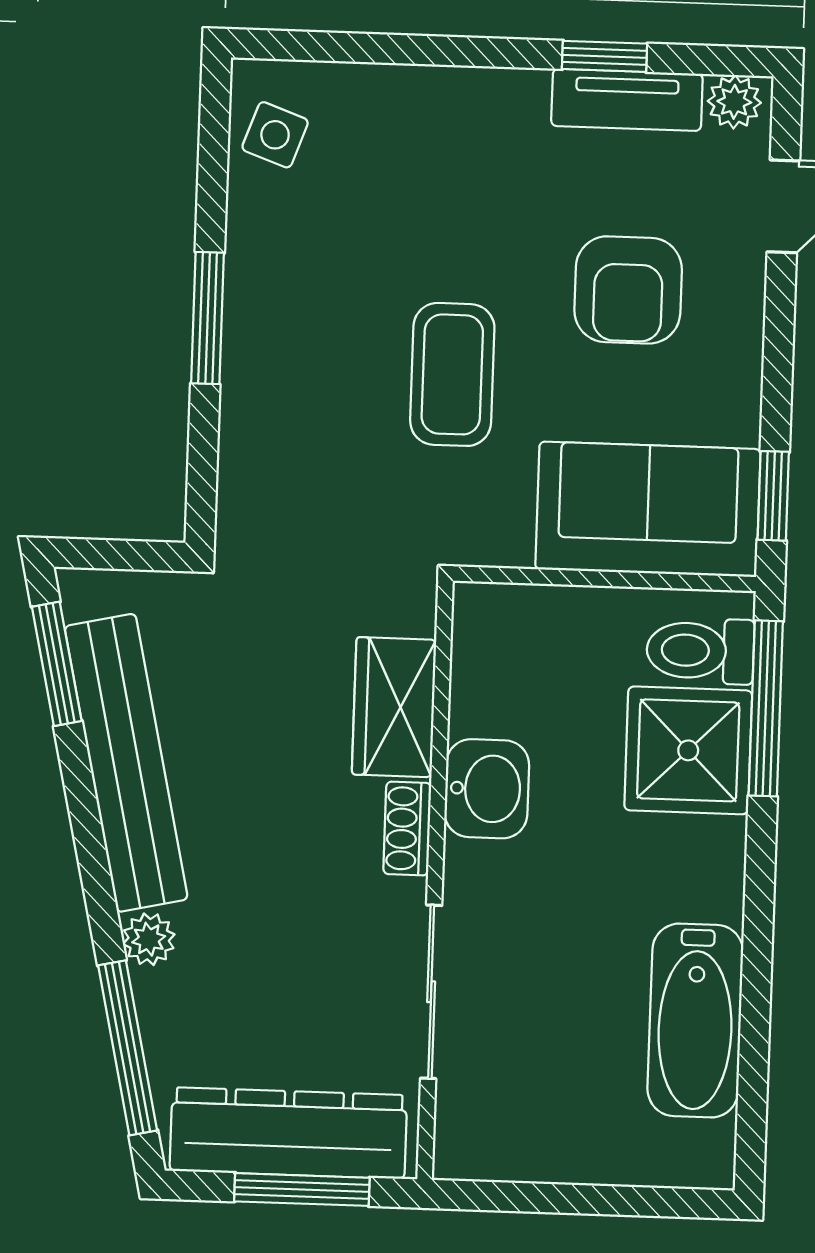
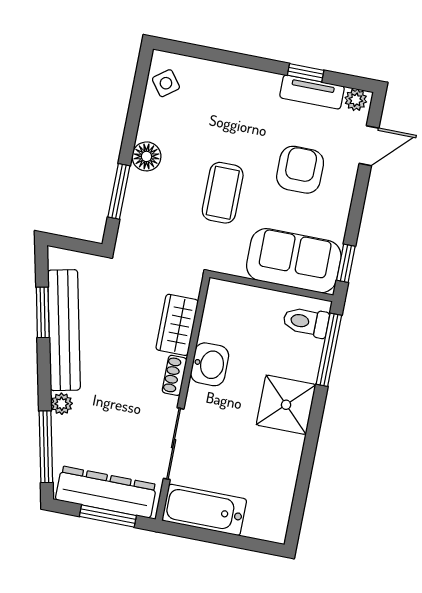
side table: (275, 135) -> (166, 83), turned 33
armchair: (628, 290) -> (300, 170), turned 180
floor lamp: (257, 317) -> (146, 156), added
window: (208, 318) -> (119, 191), moved
window: (57, 664) -> (43, 312), moved
shower: (688, 750) -> (286, 405), moved
bathtub: (695, 1020) -> (204, 510), moved, turned 90

